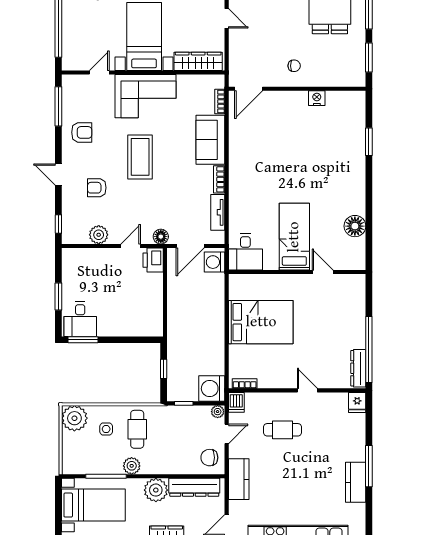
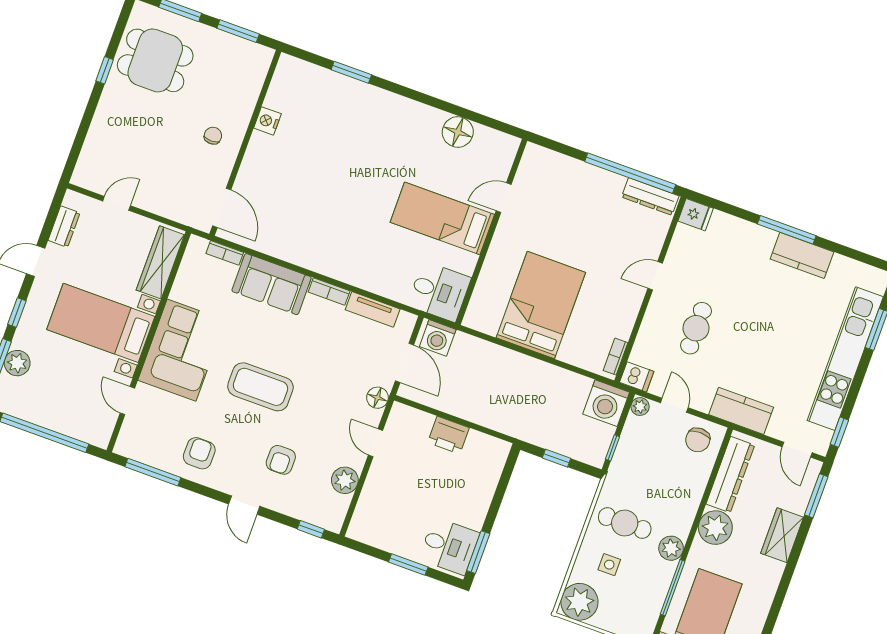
door: (58, 174) -> (244, 505), hinge flipped
printer: (153, 260) -> (448, 435), moved

